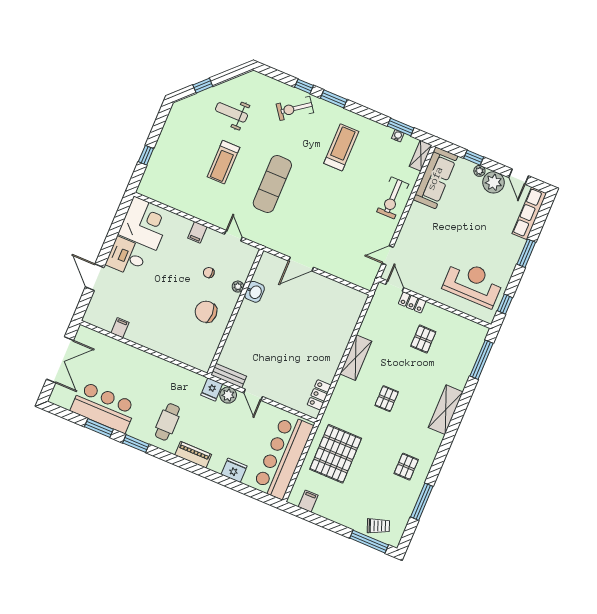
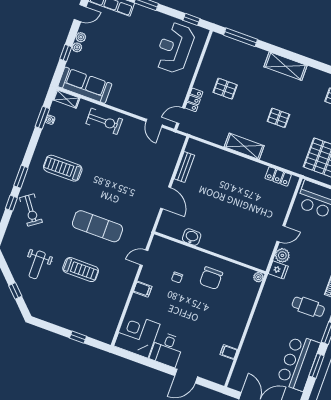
plant: (494, 182) -> (81, 37), width x0.53, depth x0.53
plant: (238, 287) -> (258, 277), moved
bench: (229, 376) -> (184, 167), moved

